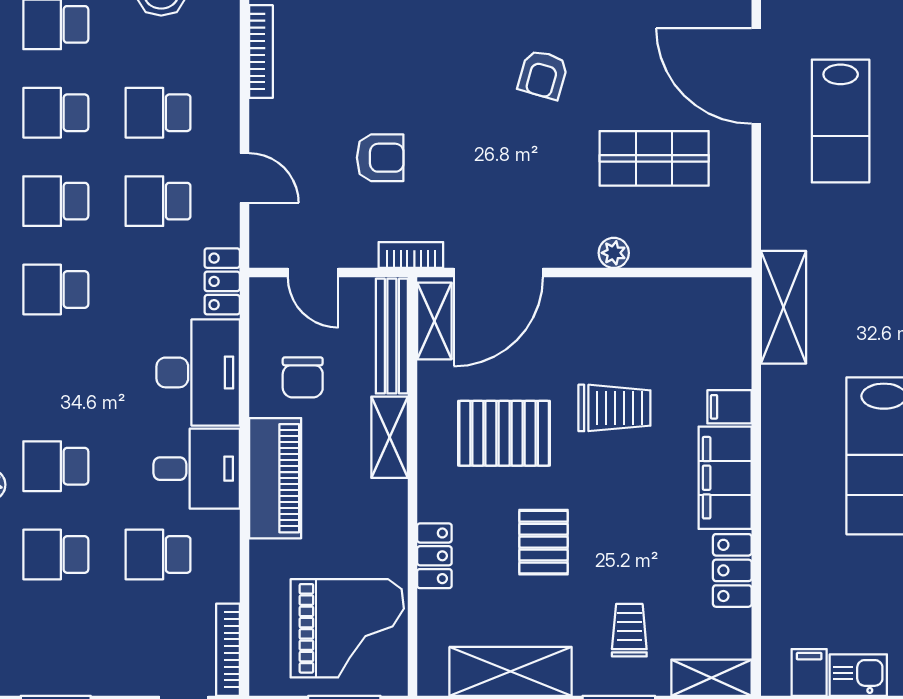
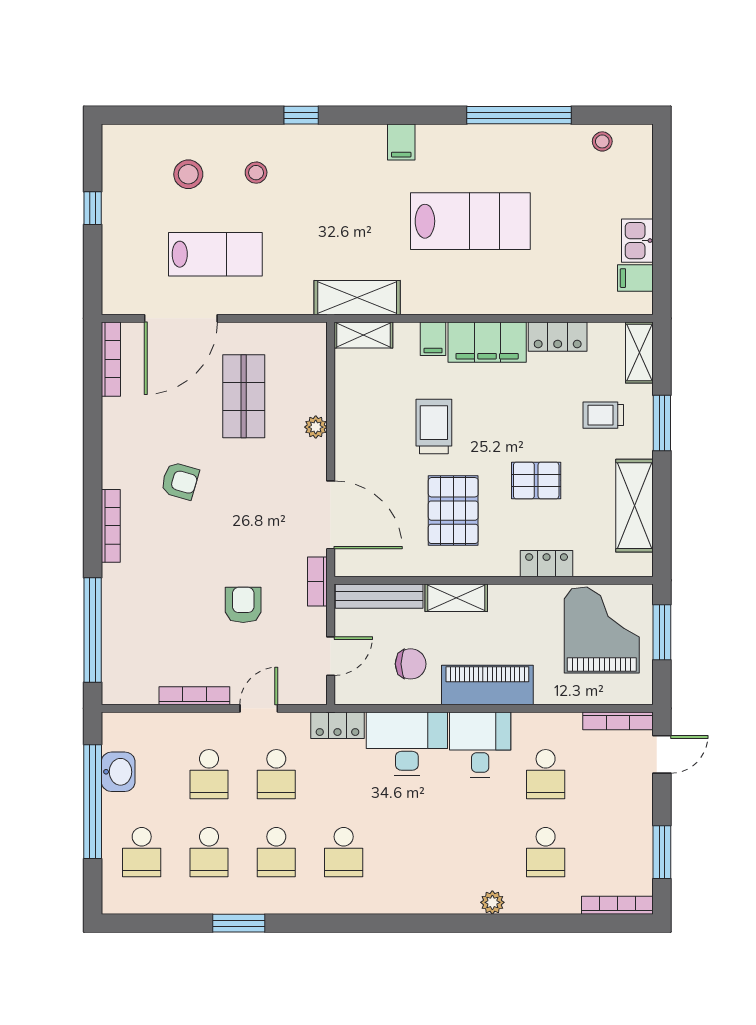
bookcase: (261, 52) -> (194, 696), moved
shelving: (434, 321) -> (363, 335), moved
school desk: (56, 466) -> (478, 852), removed

